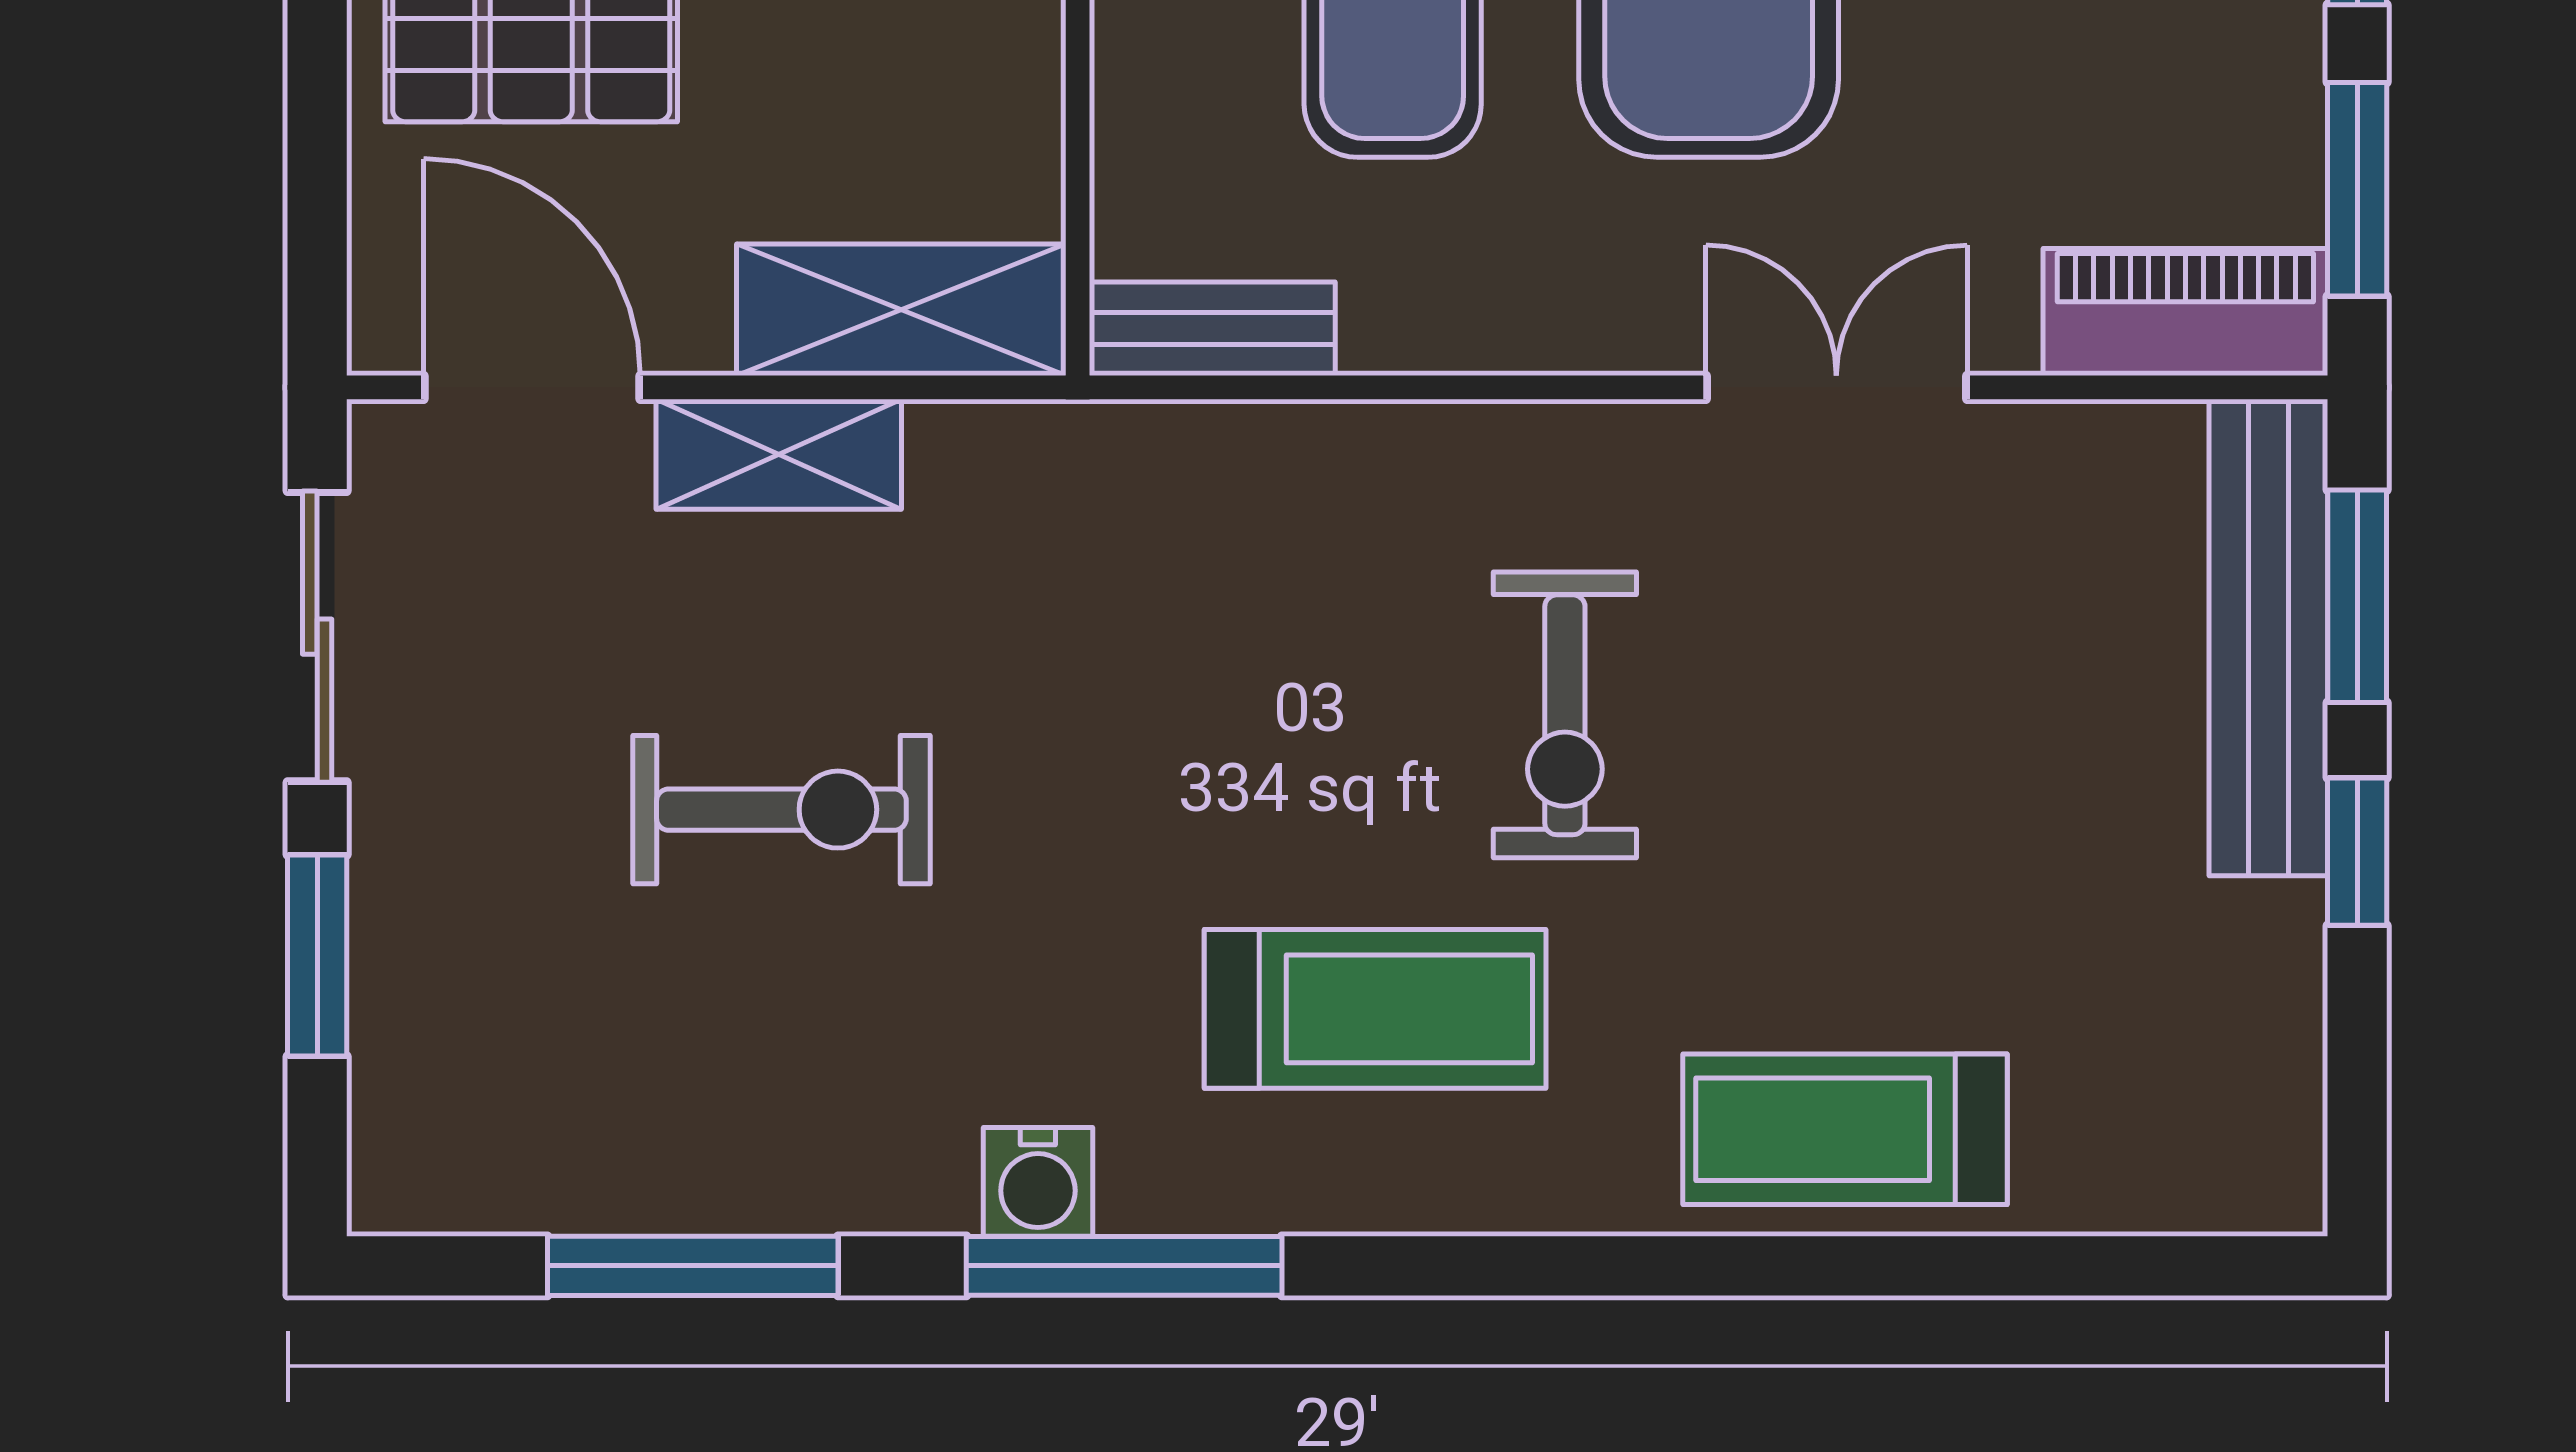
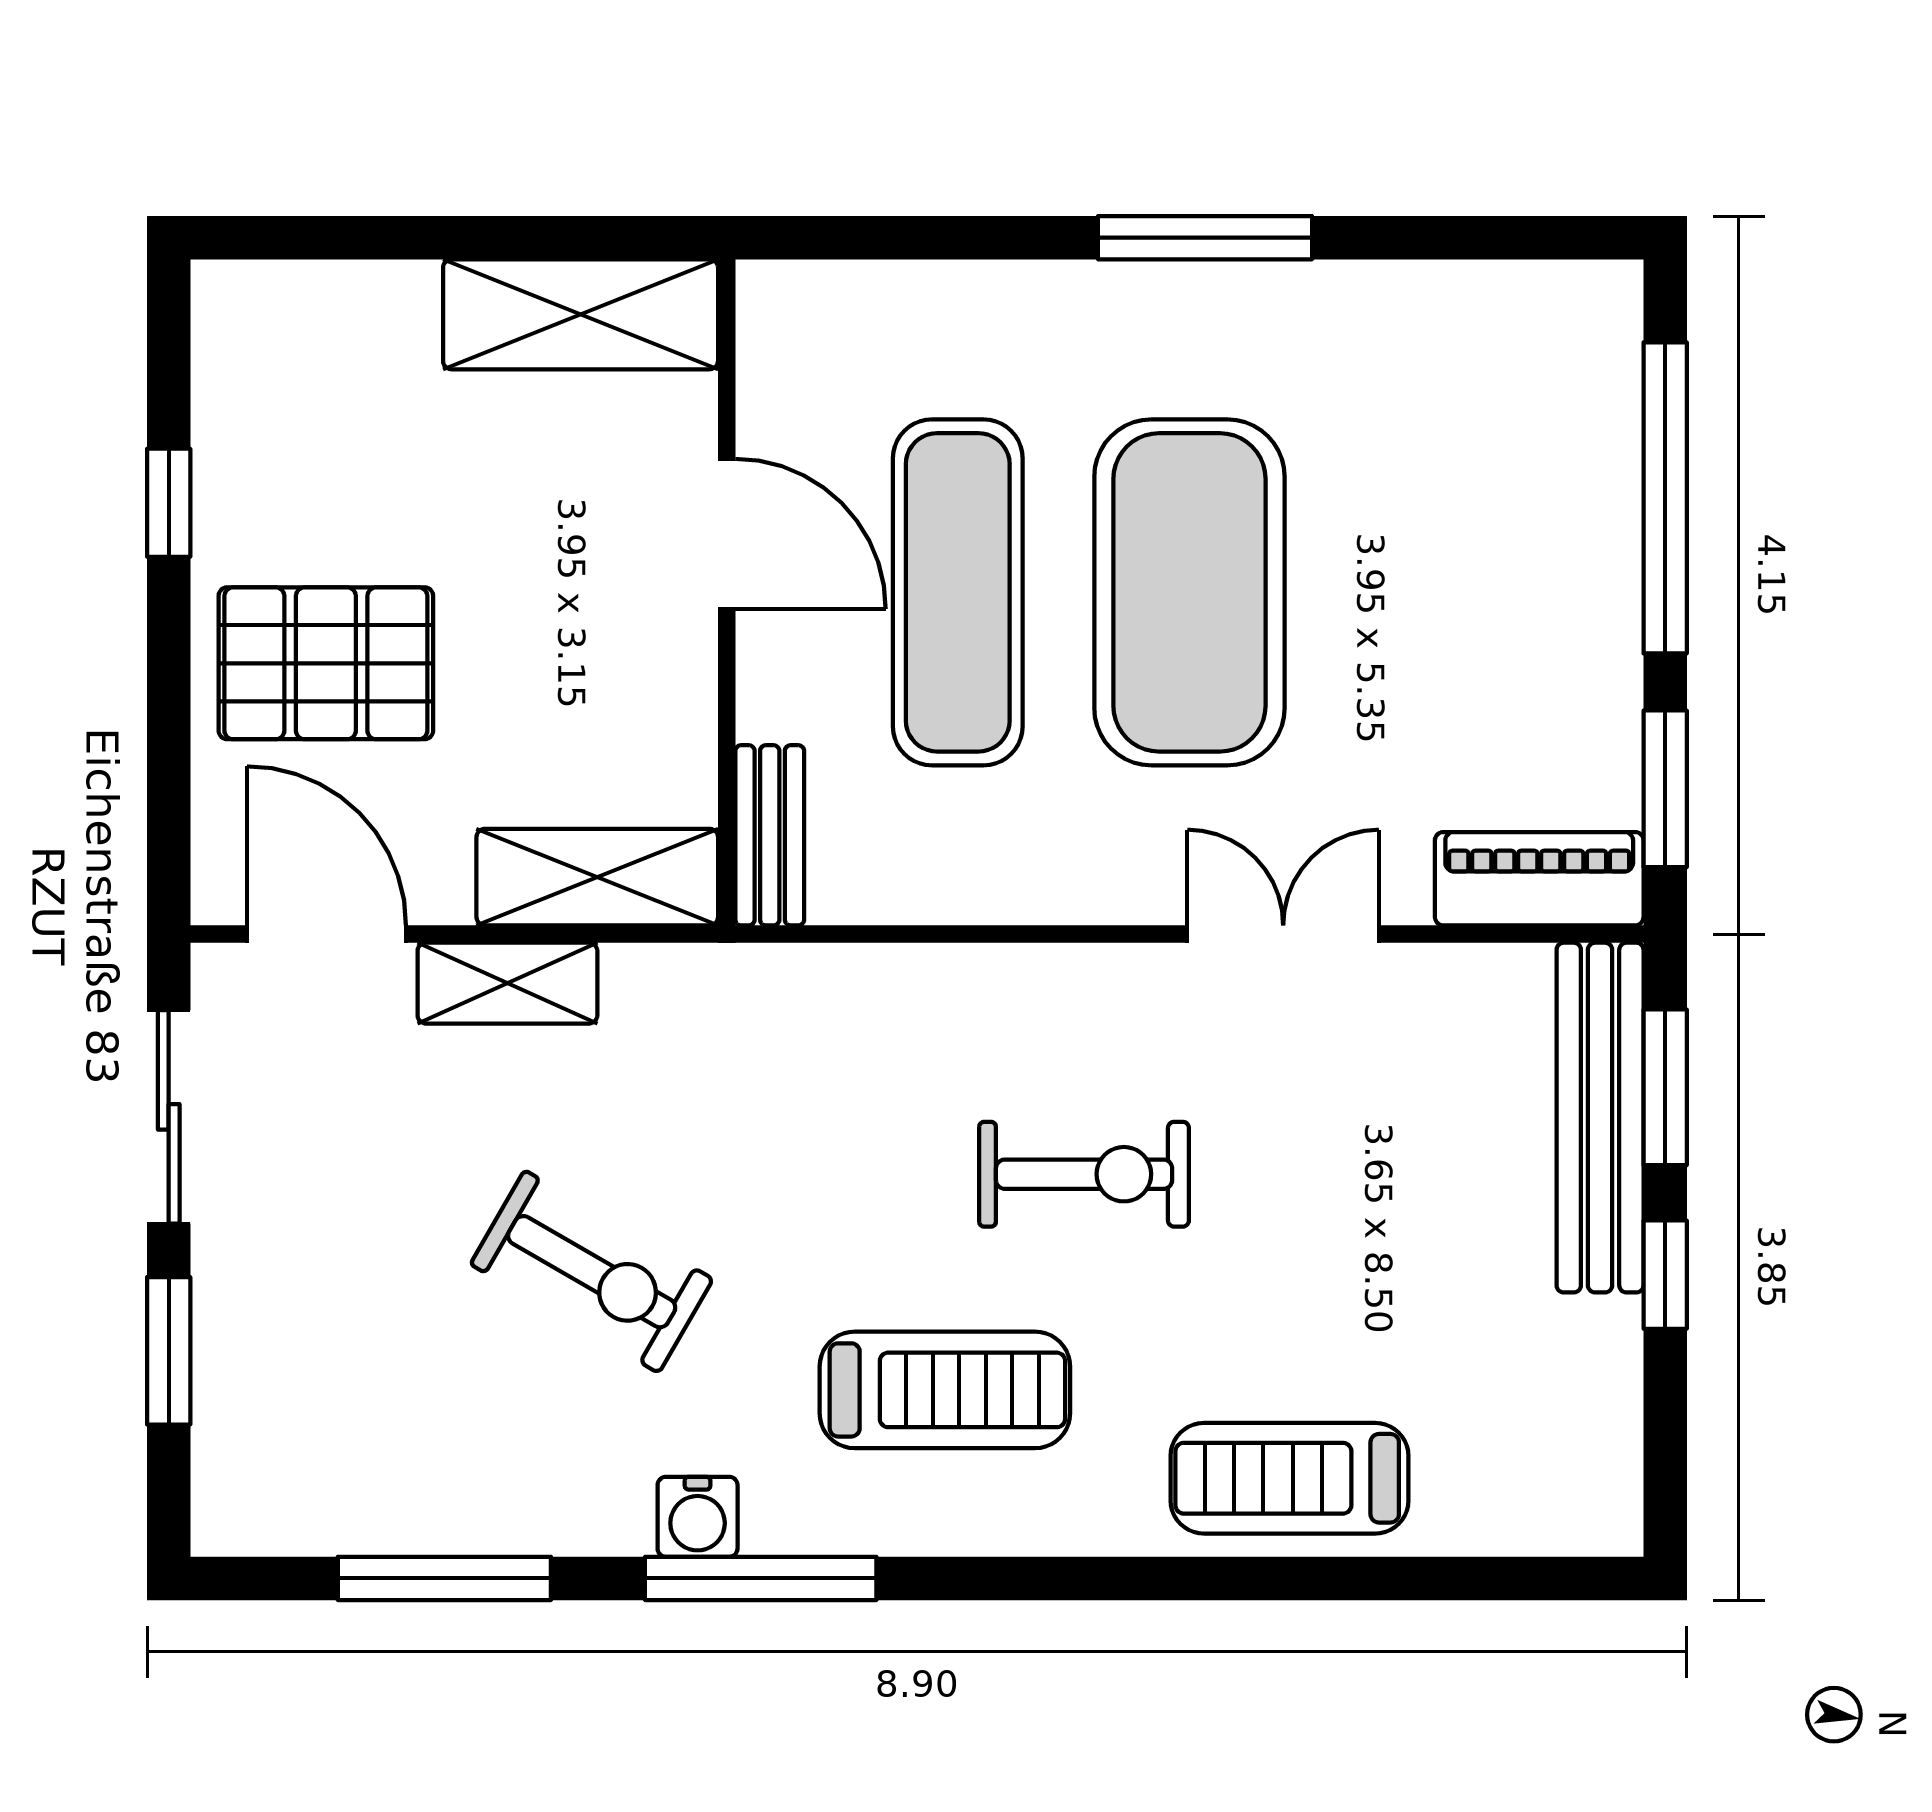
bench: (1212, 329) -> (770, 835), moved, turned 90
exercise bike: (1565, 715) -> (1084, 1174), turned -90
exercise bike: (781, 810) -> (592, 1272), moved, turned 30

